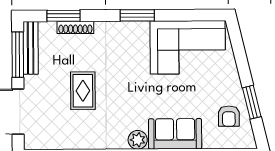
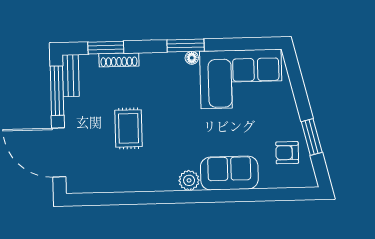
floor lamp: (143, 27) -> (192, 58), added
bench: (31, 48) -> (71, 76), width x0.73
armchair: (229, 116) -> (287, 153), turned 90

